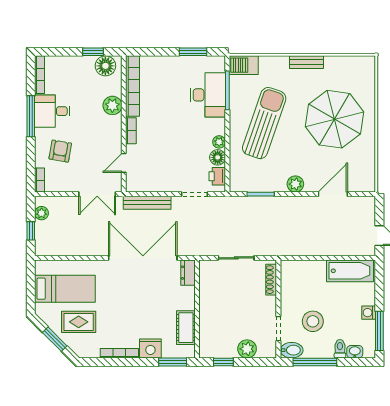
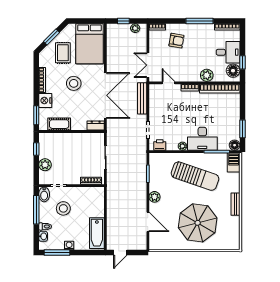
desk: (208, 95) -> (202, 139), moved
desk: (52, 111) -> (228, 52), moved, turned 90
floor lamp: (218, 157) -> (235, 145), moved
bed: (65, 289) -> (89, 44), width x1.50
stool: (125, 306) -> (74, 83), added

